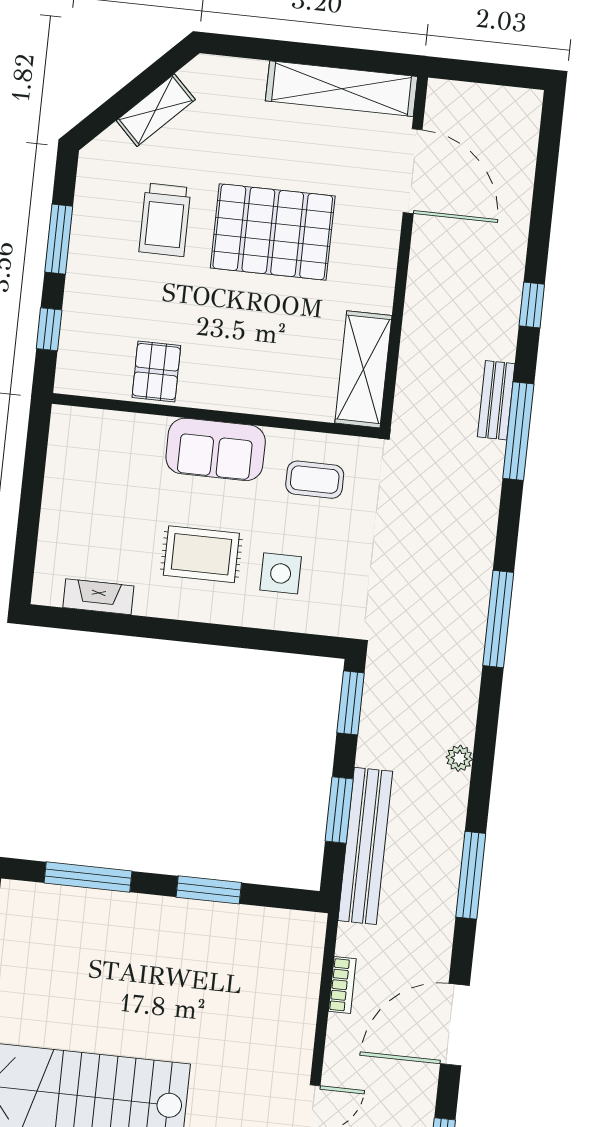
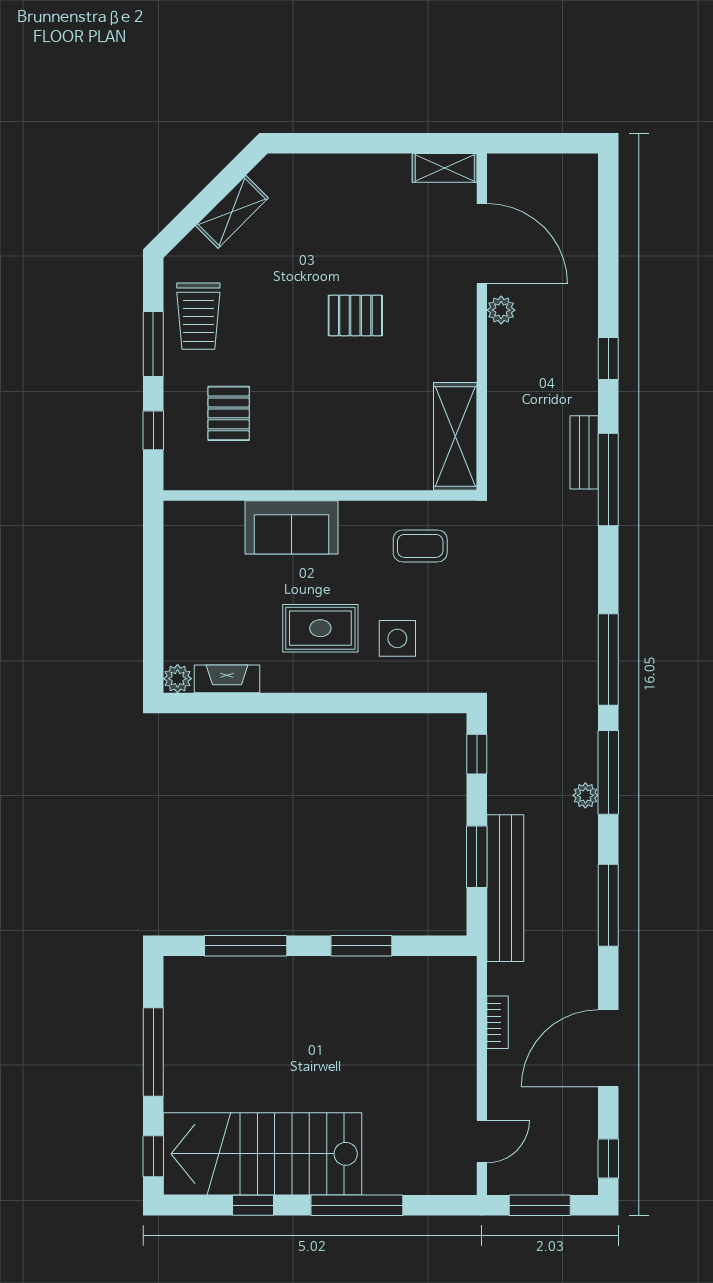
shelving: (342, 89) -> (445, 168), width x0.45, depth x0.75
trolley: (165, 220) -> (198, 316), moved
pallet: (273, 232) -> (355, 315), width x0.49, depth x0.50
plant: (425, 243) -> (501, 310), added
pallet: (156, 372) -> (229, 413), moved
sofa: (216, 449) -> (292, 527), moved
plant: (47, 591) -> (178, 679), added
window: (351, 703) -> (477, 754), width x0.67
window: (486, 737) -> (608, 772), added

